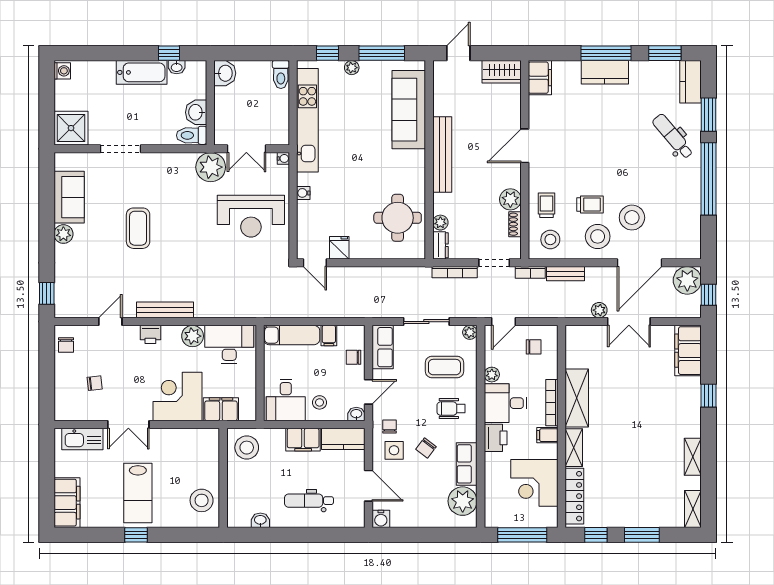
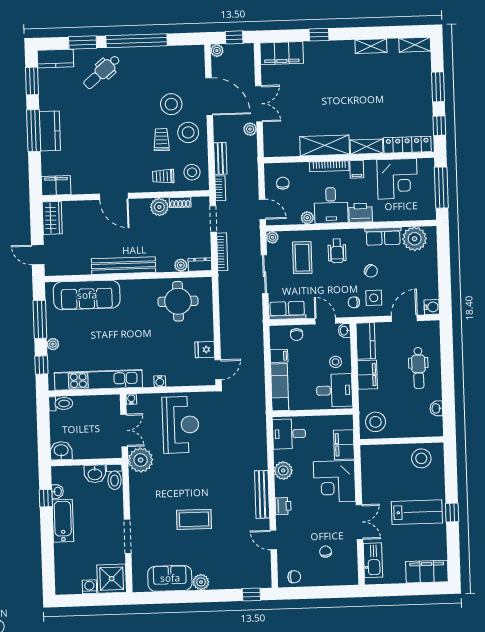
washing machine: (62, 71) -> (89, 587), moved
plant: (687, 280) -> (217, 51), width x0.53, depth x0.53
desk: (229, 344) -> (289, 434), width x0.73

